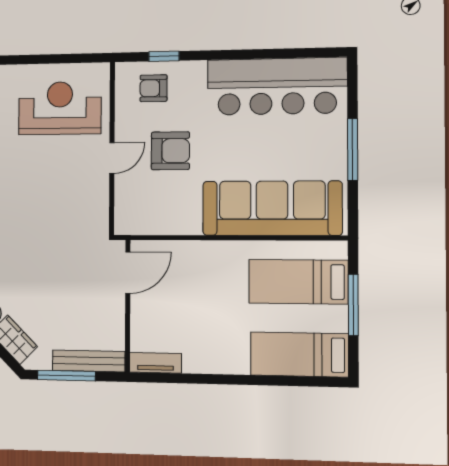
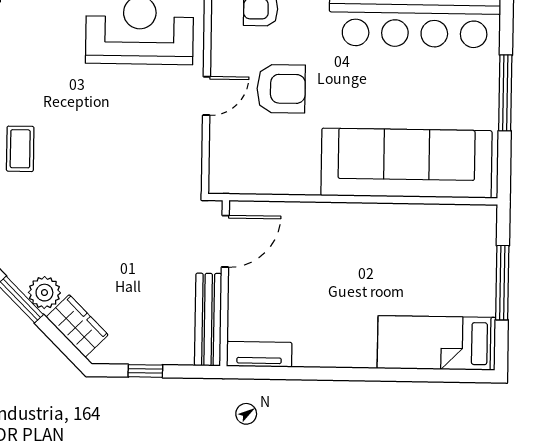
bed: (298, 282) -> (437, 254), removed
bench: (89, 361) -> (208, 320), moved, turned 90
window: (66, 376) -> (145, 371), width x0.46

